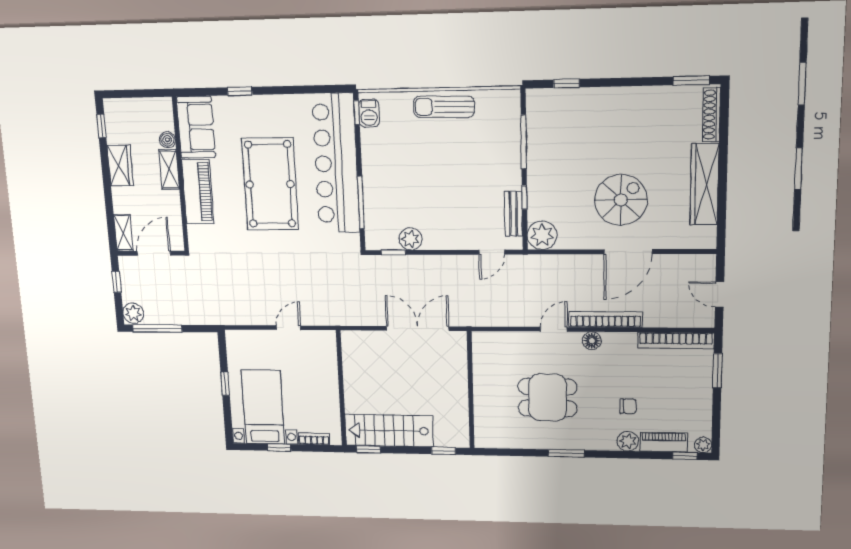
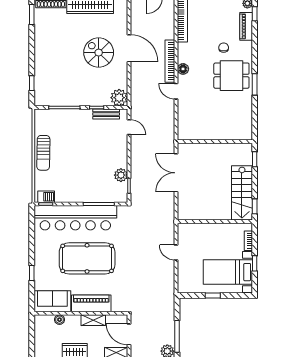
shelving: (169, 169) -> (93, 320), moved
dining table: (548, 398) -> (231, 76), moved, turned 90
plant: (628, 441) -> (246, 48), removed

